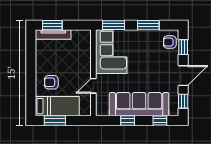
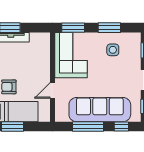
armchair: (170, 42) -> (132, 45), removed
side table: (152, 47) -> (113, 50), added
window: (128, 121) -> (88, 126), width x2.17

